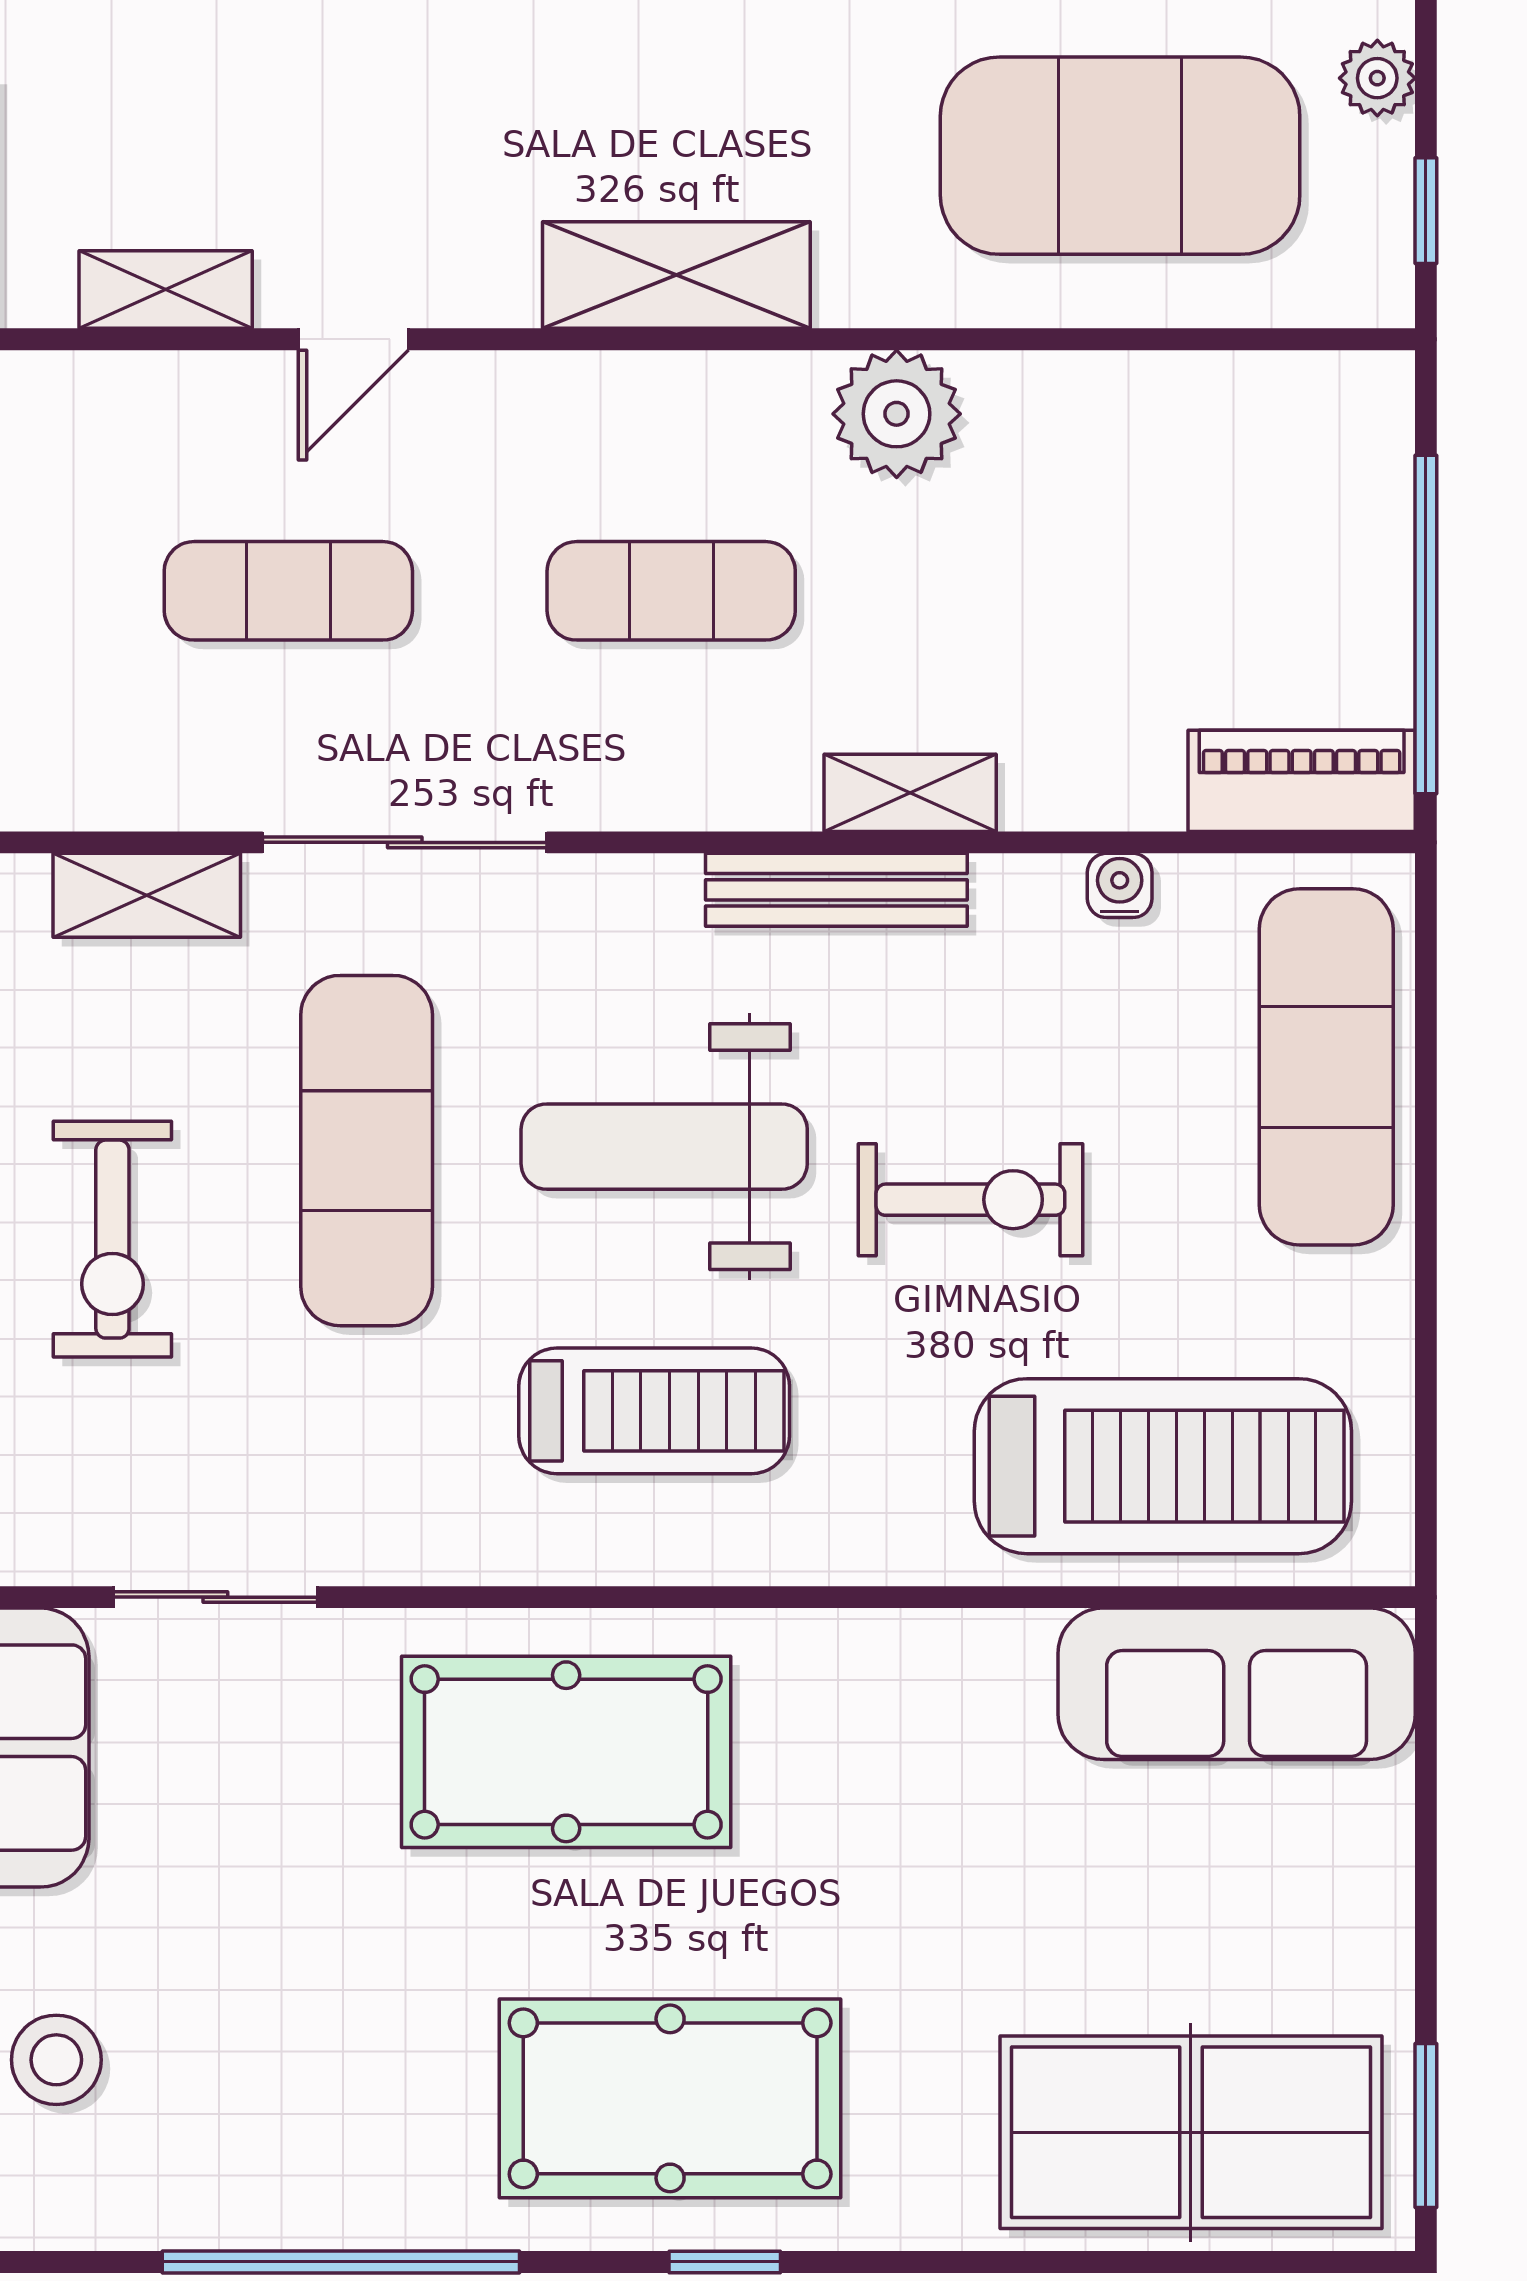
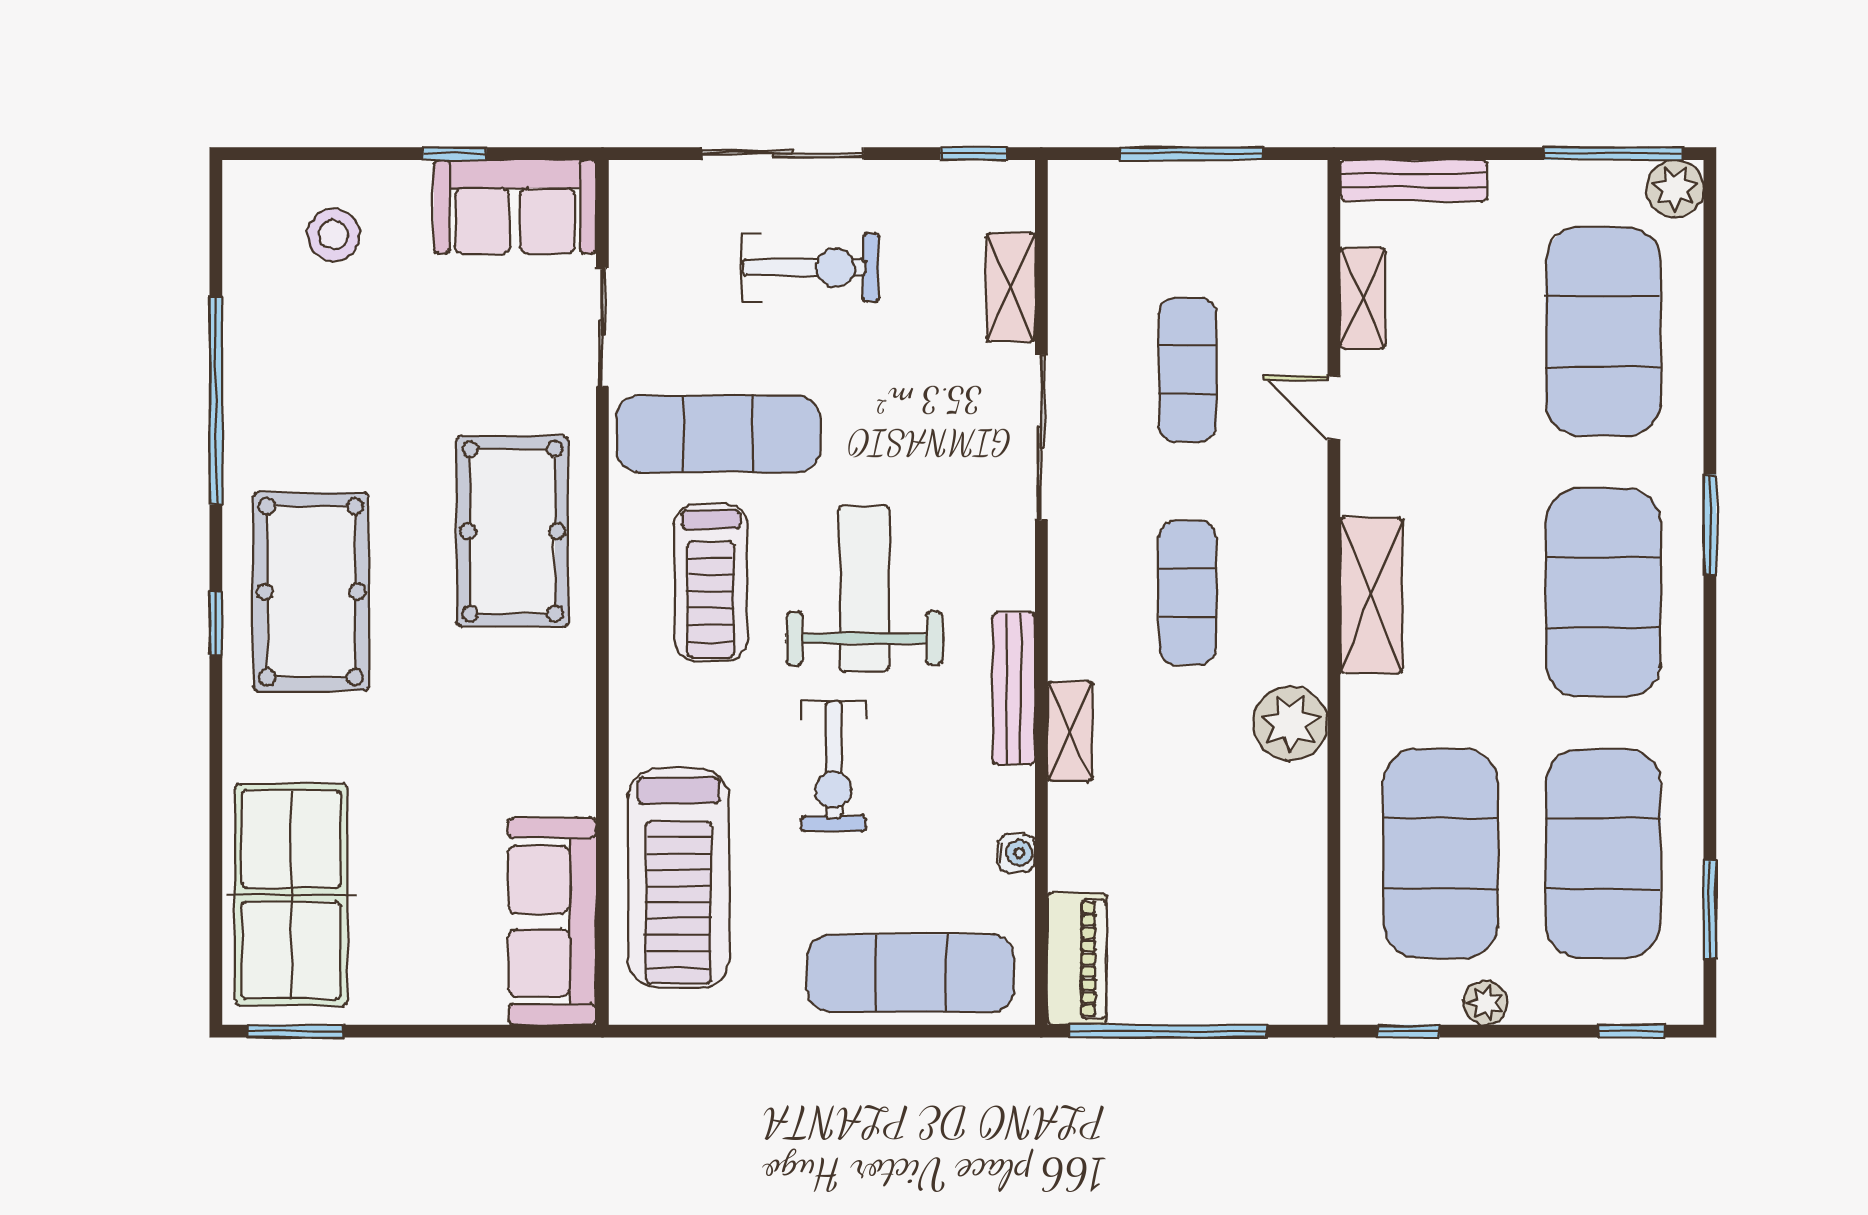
exercise mat: (367, 1151) -> (718, 434), moved
exercise bike: (112, 1239) -> (811, 267), turned 180

